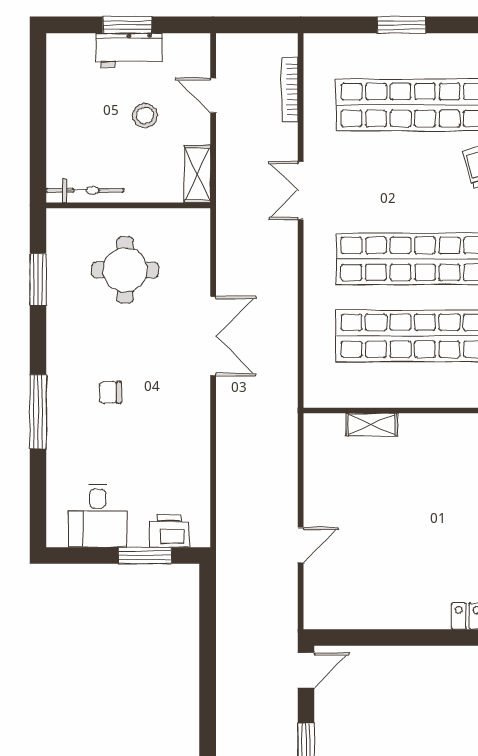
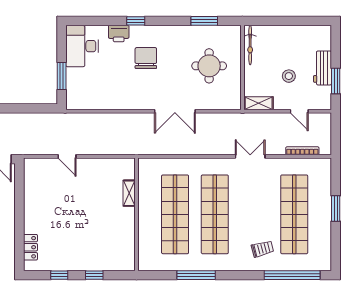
window: (127, 25) -> (336, 81), moved
door: (213, 95) -> (299, 111), swing flipped
chair: (110, 392) -> (146, 58), width x1.87, depth x1.87
window: (38, 412) -> (136, 21), width x0.46
desk: (98, 516) -> (82, 46), width x1.37
printer: (169, 531) -> (119, 33), moved, turned 90

